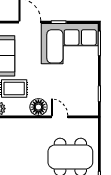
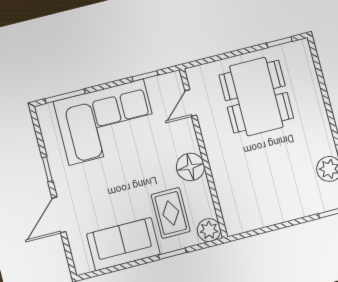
corner sofa: (70, 44) -> (106, 122), moved, turned 90
door: (60, 117) -> (191, 103), moved

